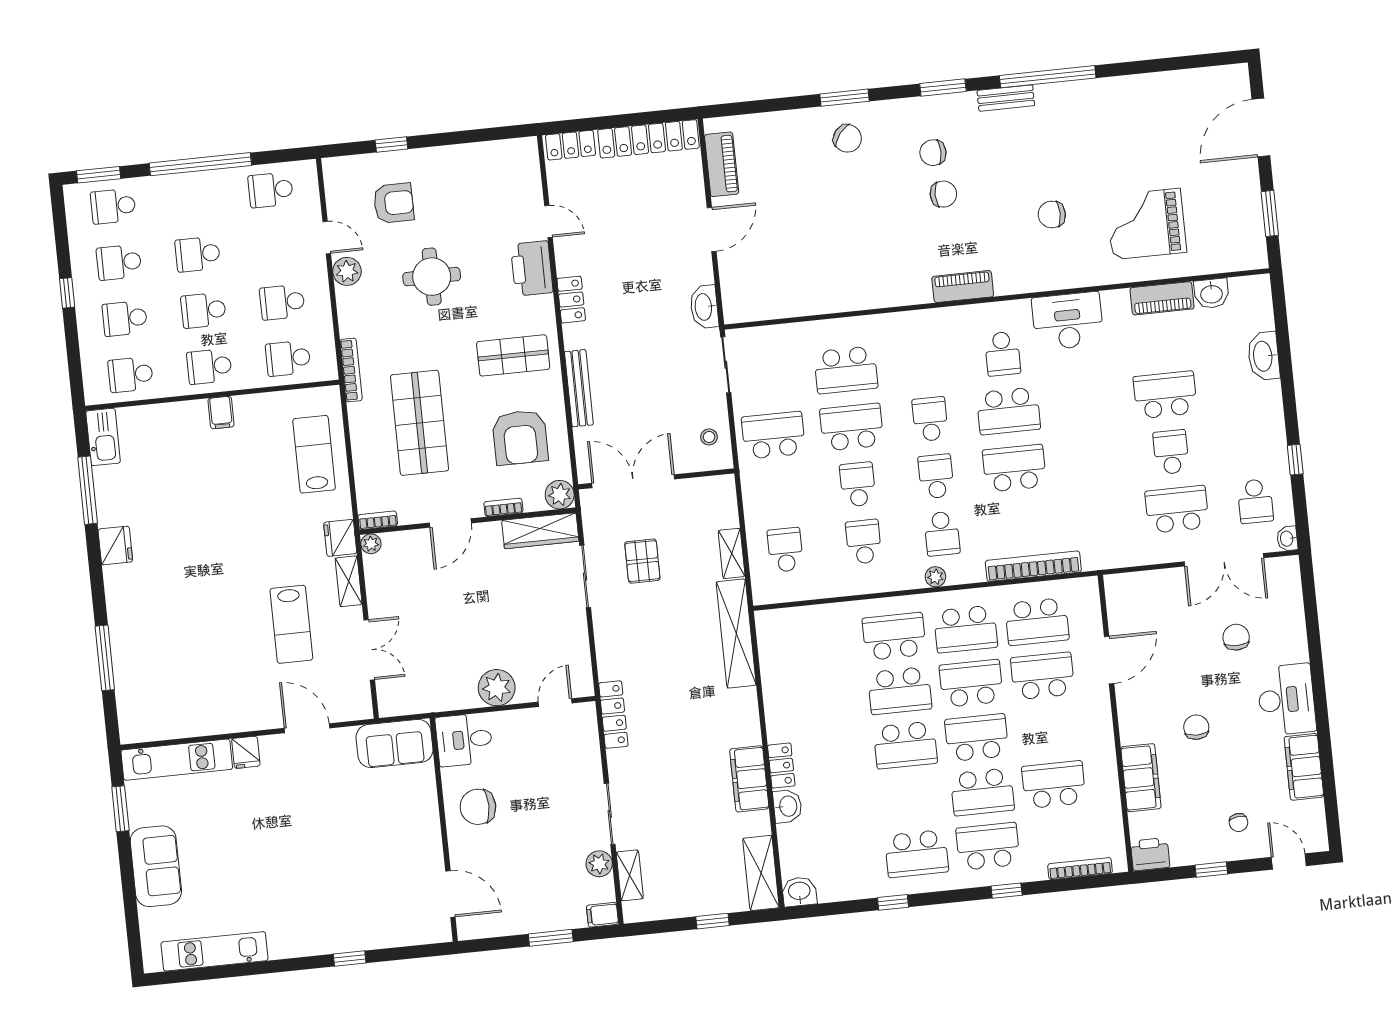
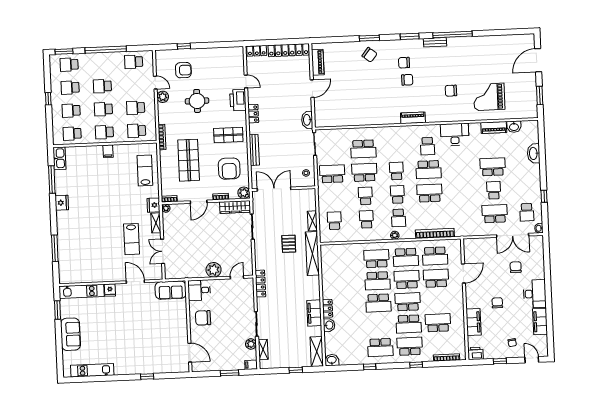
pallet: (642, 561) -> (289, 244), moved
double door: (369, 650) -> (163, 251), swing flipped

